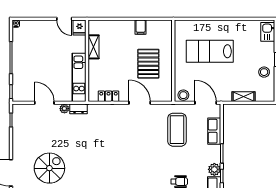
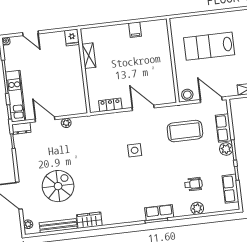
door: (64, 19) -> (30, 33), moved
pallet: (148, 64) -> (147, 66), removed
kitchen unit: (79, 77) -> (16, 96), moved, turned 180
dresser: (79, 109) -> (21, 128), moved
coffee table: (177, 130) -> (185, 131), turned 90
side table: (127, 142) -> (135, 150), added
plant: (214, 169) -> (226, 149), moved

